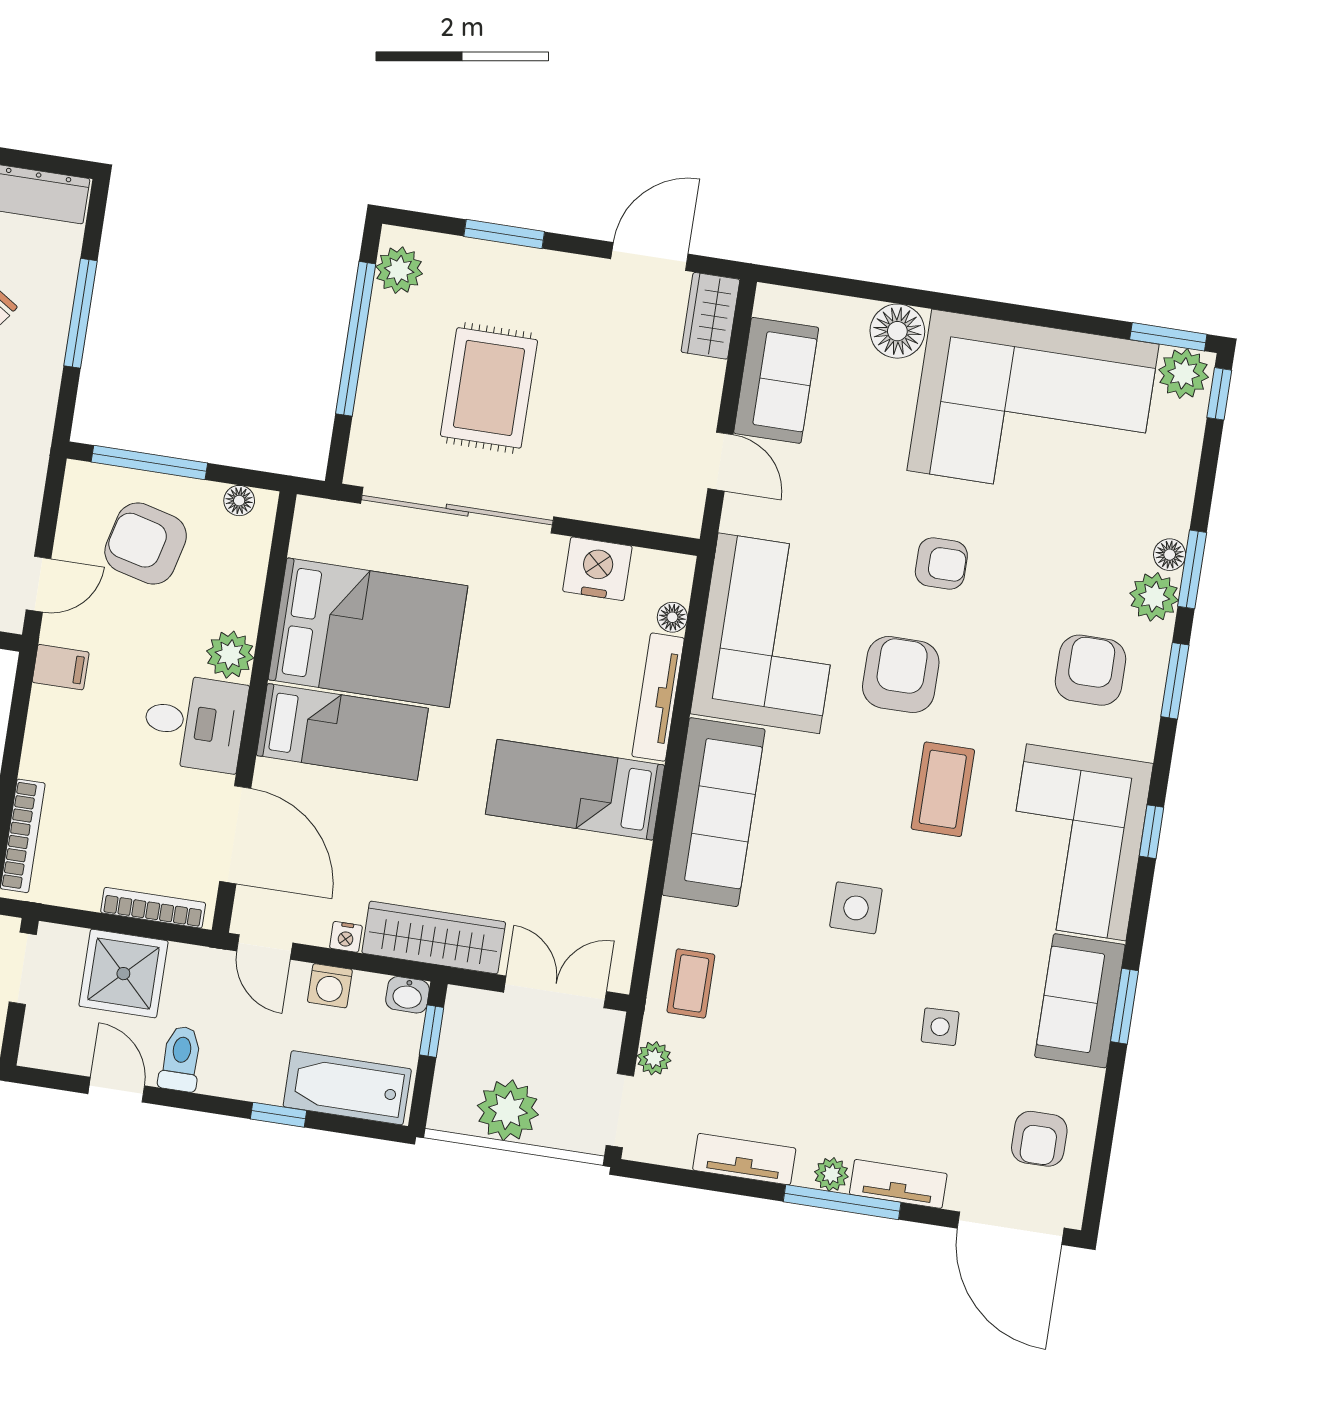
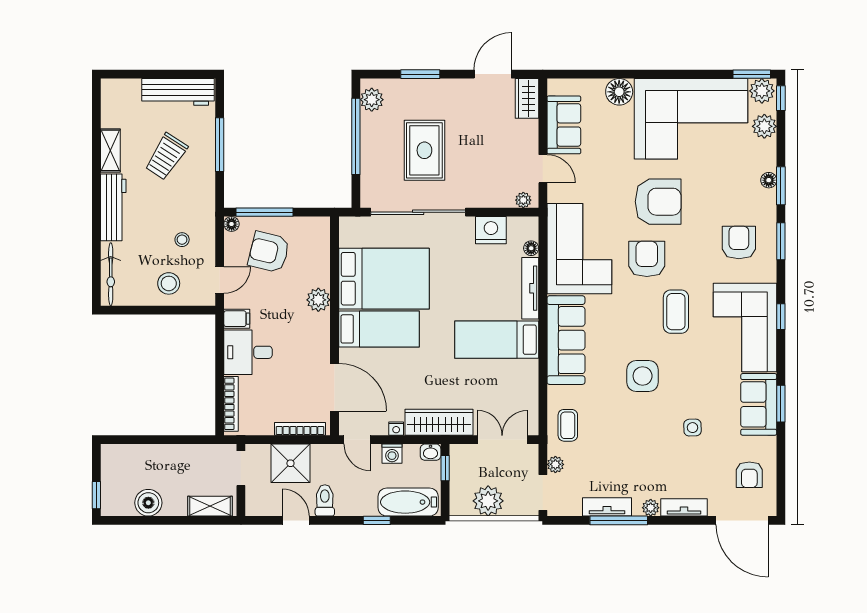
floor lamp: (239, 501) -> (232, 224), moved
plant: (672, 518) -> (523, 200), added
armchair: (941, 563) -> (658, 202), width x1.88, depth x1.88
plant: (1154, 597) -> (764, 126), moved
desk: (194, 723) -> (248, 352), moved, turned 180
side table: (856, 908) -> (643, 376), width x1.37, depth x1.37
window: (842, 1202) -> (619, 520), moved

